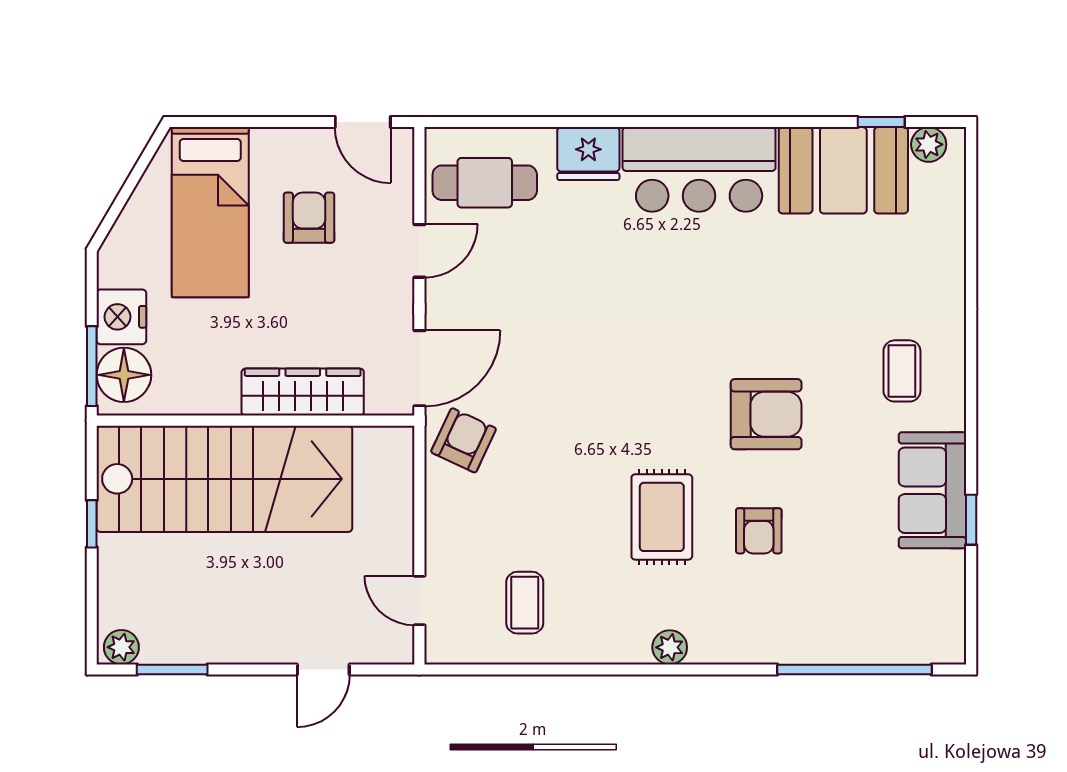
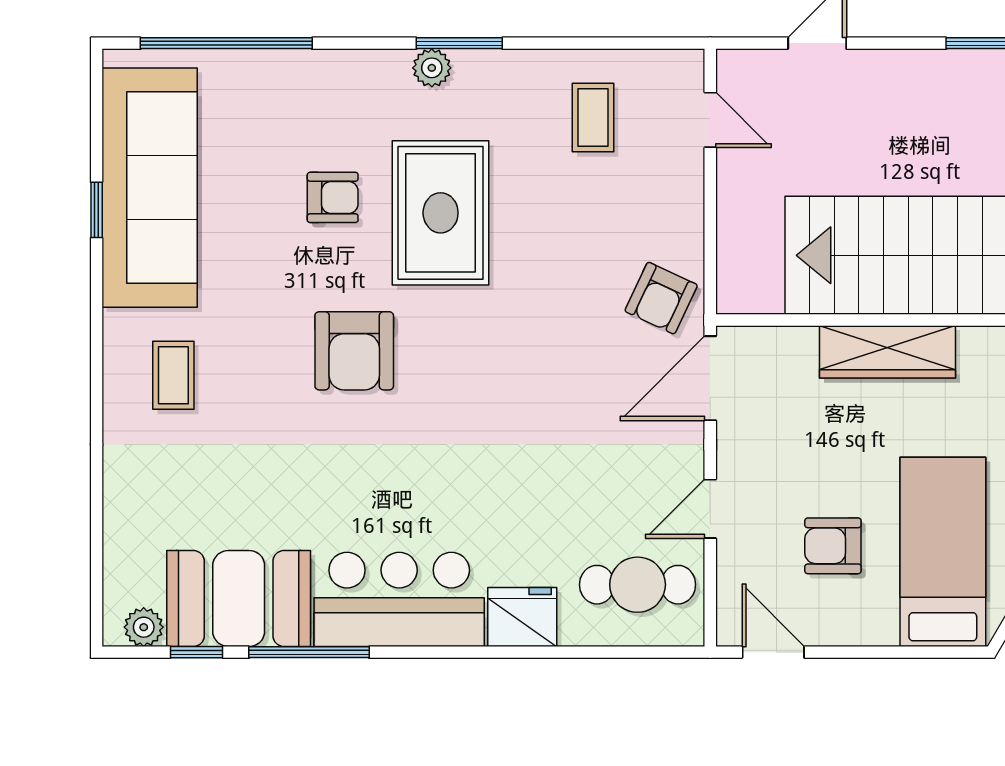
window: (780, 122) -> (309, 652), added
armchair: (309, 218) -> (833, 546), turned 90
wardrobe: (303, 392) -> (887, 352), moved
armchair: (766, 414) -> (354, 351), moved, turned -90
sofa: (932, 490) -> (150, 188), width x1.85, depth x1.27
rug: (662, 517) -> (441, 213), width x1.36, depth x1.43
armchair: (759, 531) -> (333, 197), turned 90
window: (645, 669) -> (459, 43), added

